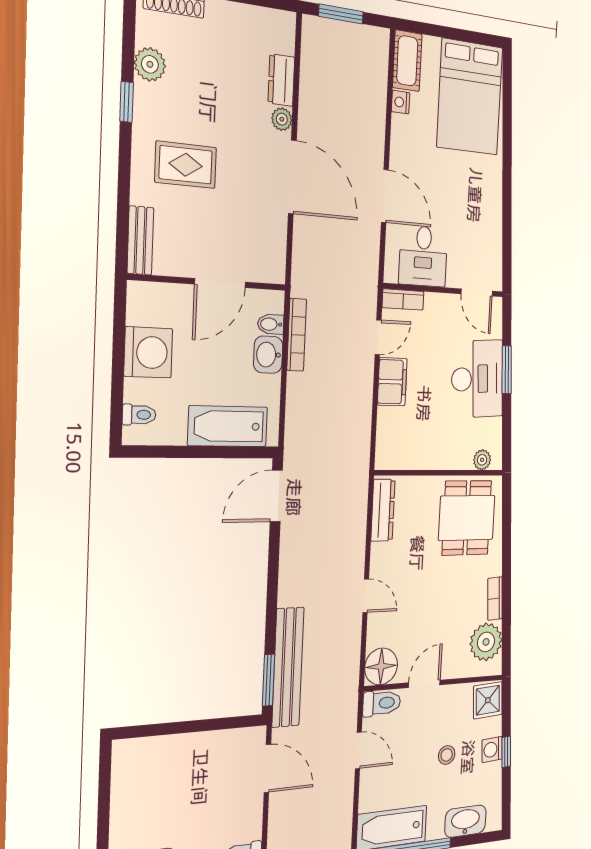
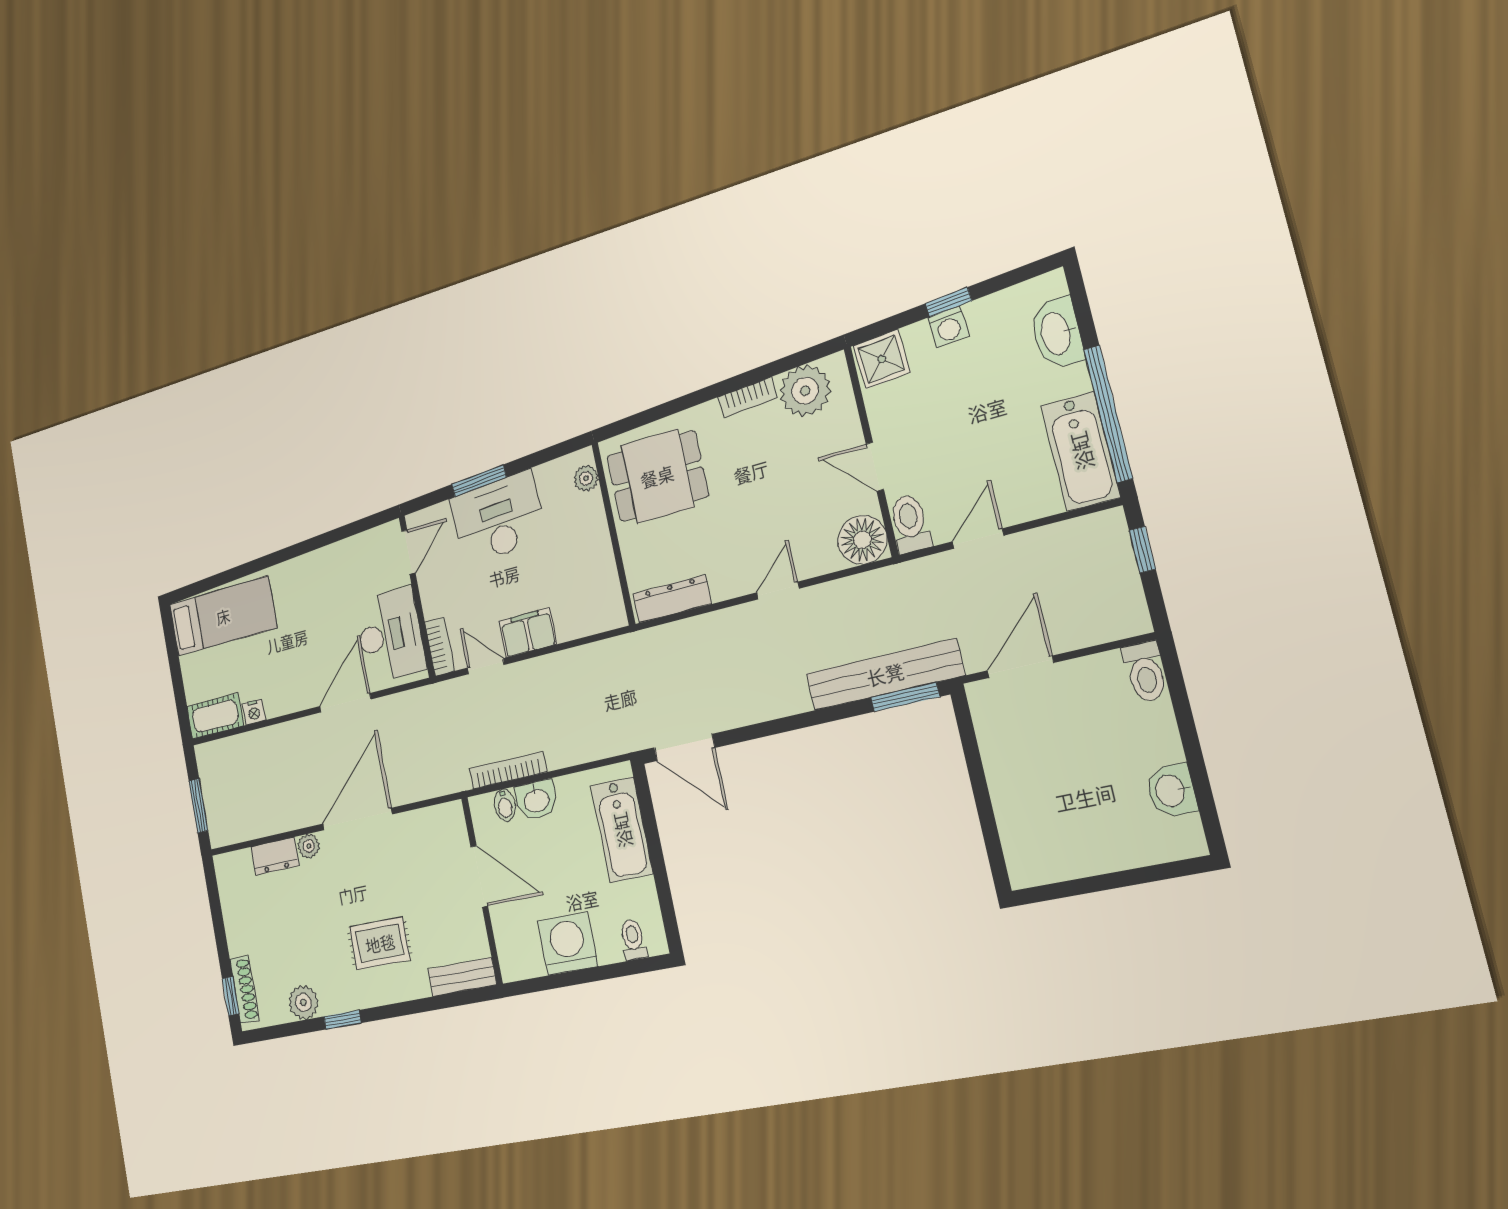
bed: (470, 97) -> (223, 616), width x0.67
rug: (186, 165) -> (380, 943), turned 90
desk: (423, 256) -> (390, 635), width x1.37
stool: (447, 755) -> (966, 398), removed

